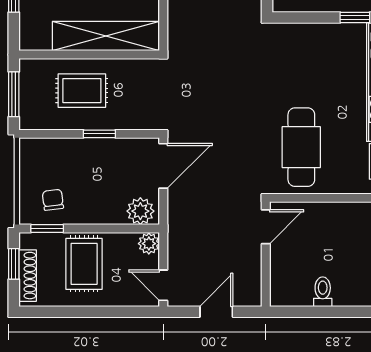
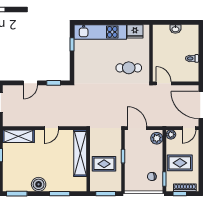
rug: (82, 91) -> (104, 164), turned 90
cafe table: (301, 147) -> (129, 68), width x0.73, depth x0.74
door: (216, 312) -> (201, 105), width x1.88

